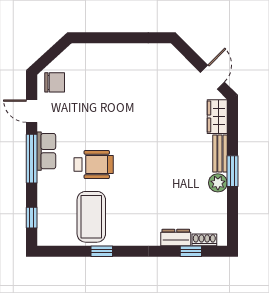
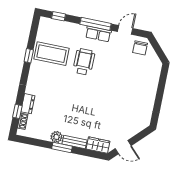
wheelchair: (94, 165) -> (84, 62), turned 180

